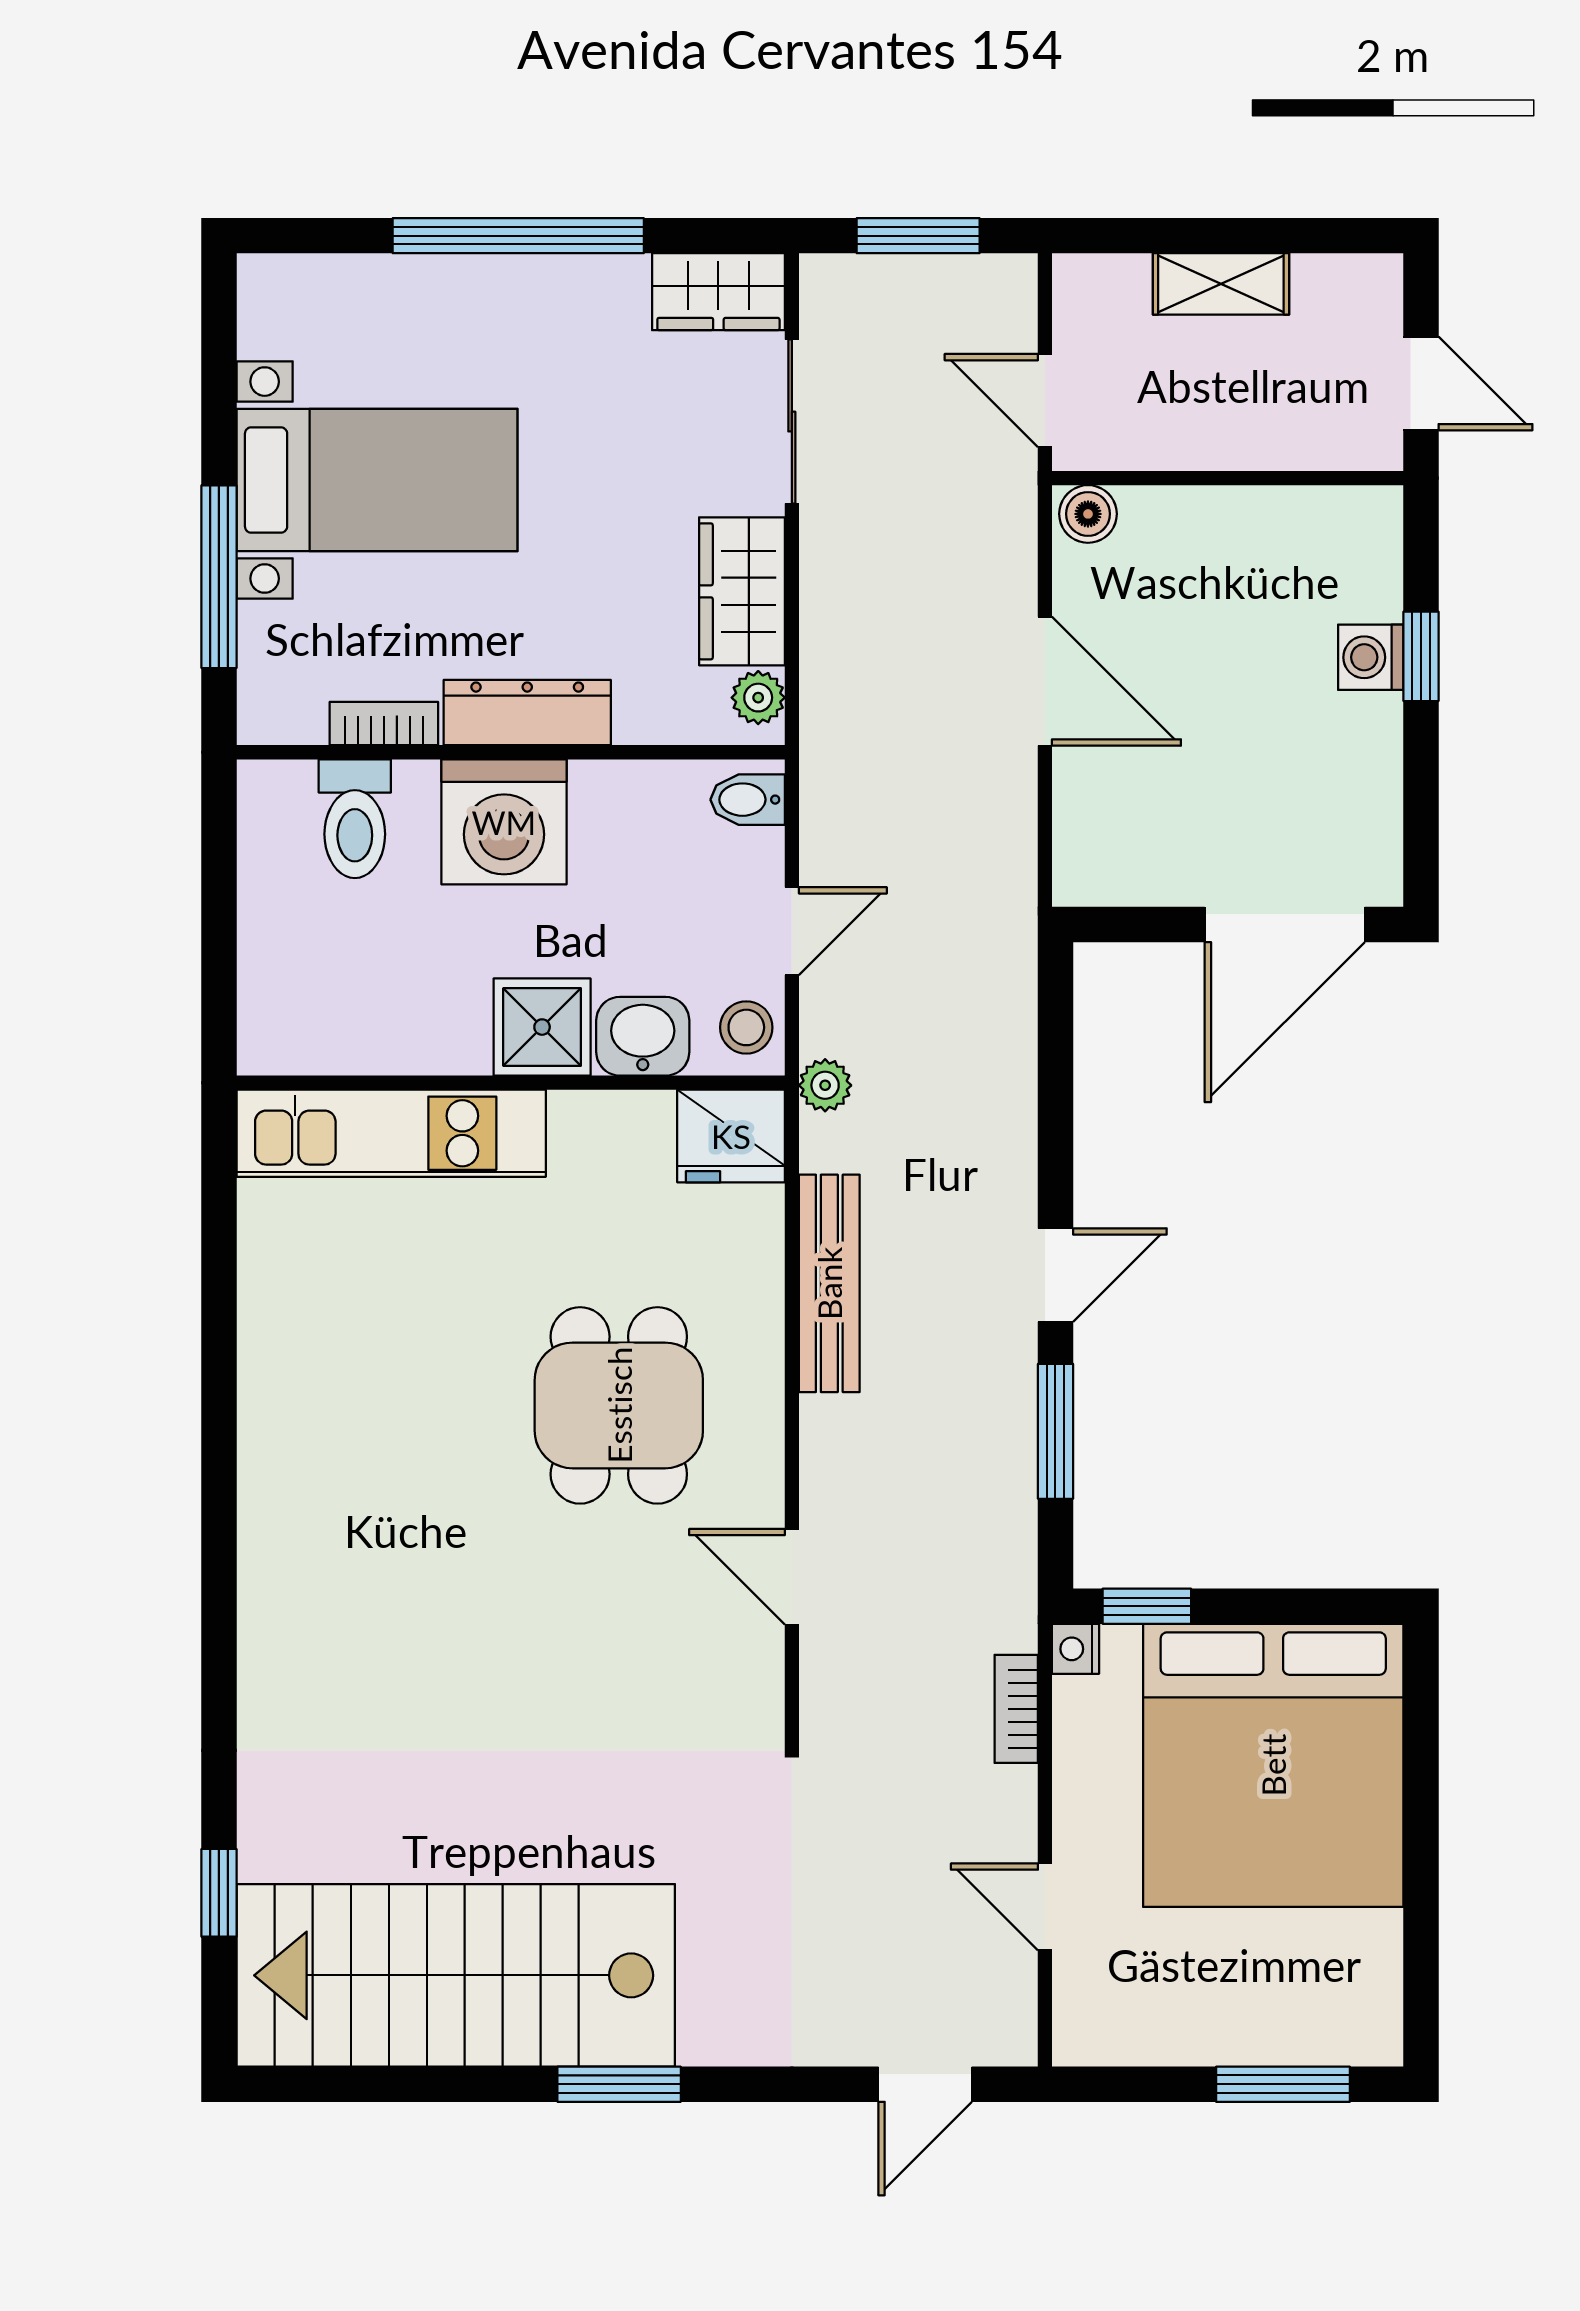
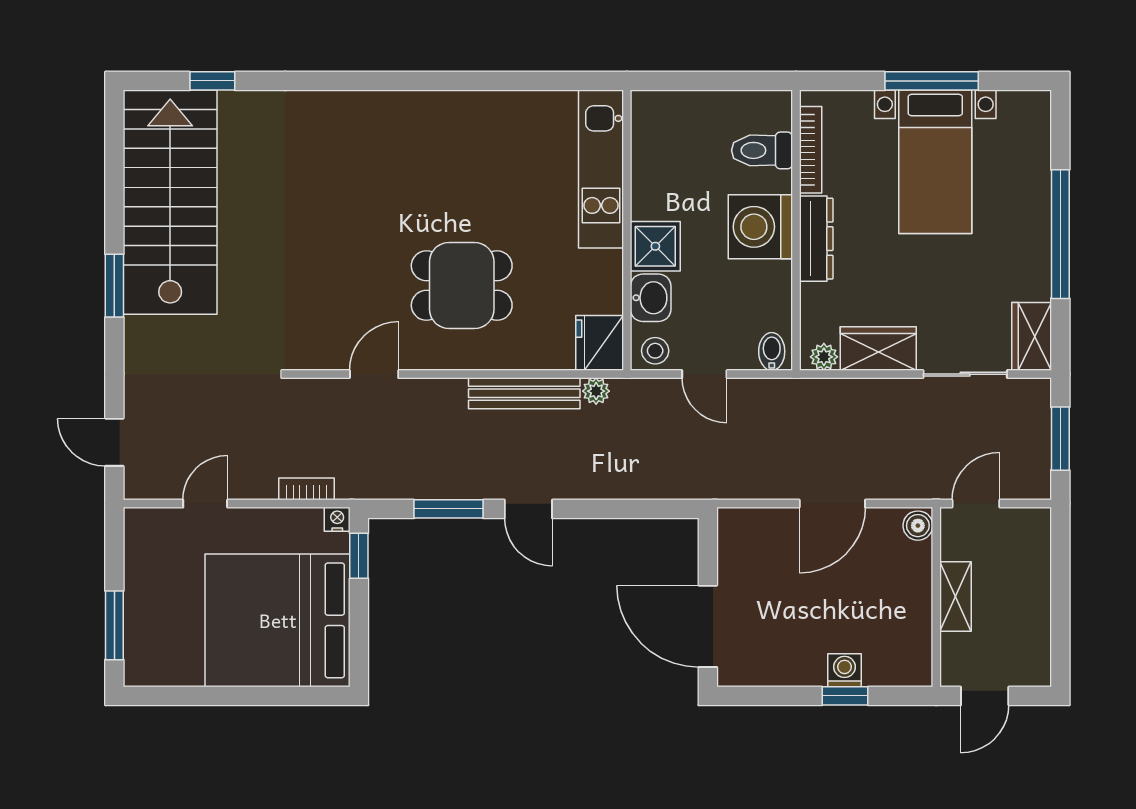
shelving: (1221, 284) -> (956, 596), moved
window: (219, 577) -> (932, 81), moved
bookcase: (384, 724) -> (811, 150), width x1.56
plant: (825, 1085) -> (596, 391), moved

